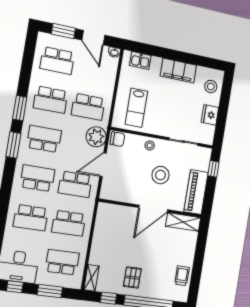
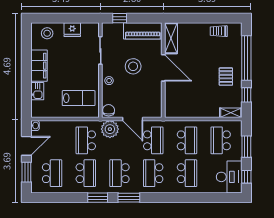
kitchen sink: (140, 60) -> (37, 91), moved
school desk: (88, 107) -> (86, 140), turned 180
pallet: (132, 277) -> (226, 77), turned 90

